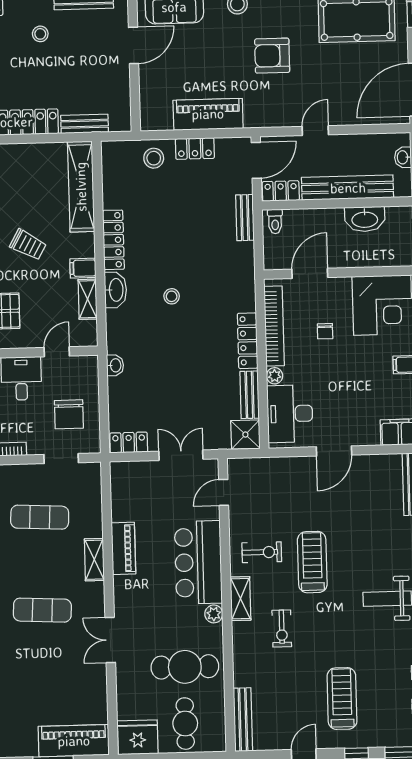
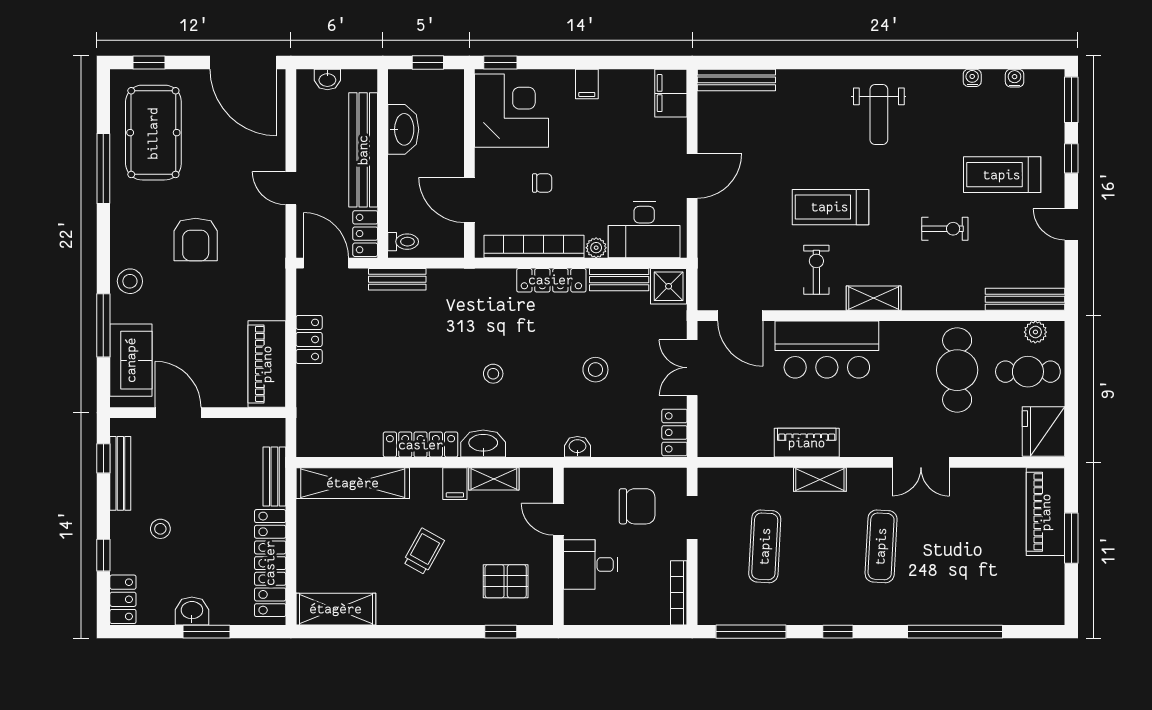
piano: (208, 114) -> (267, 364), moved
stool: (154, 158) -> (595, 370), moved
door: (334, 451) -> (692, 176), hinge flipped
door: (224, 492) -> (740, 316), width x1.38
plant: (214, 614) -> (1035, 332), moved
exercise bike: (282, 629) -> (945, 229), moved

